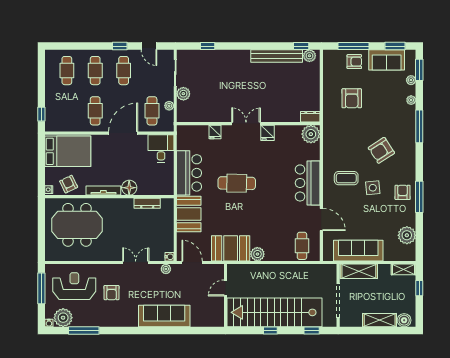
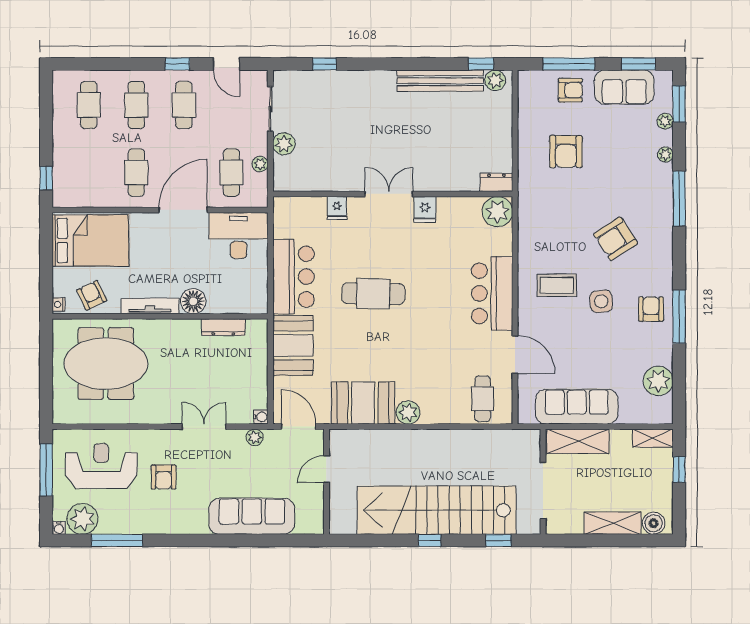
desk: (161, 148) -> (239, 236), width x1.37
door: (226, 288) -> (326, 469), moved
wall: (226, 295) -> (326, 482), moved

